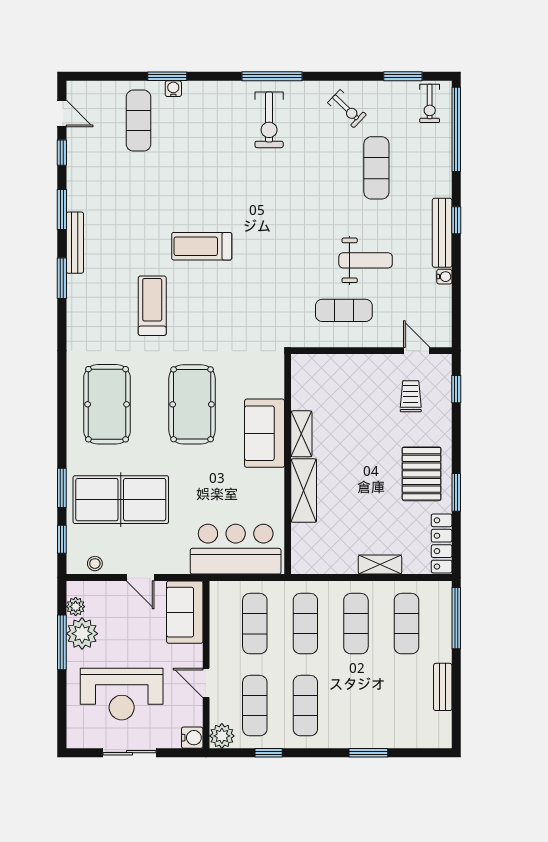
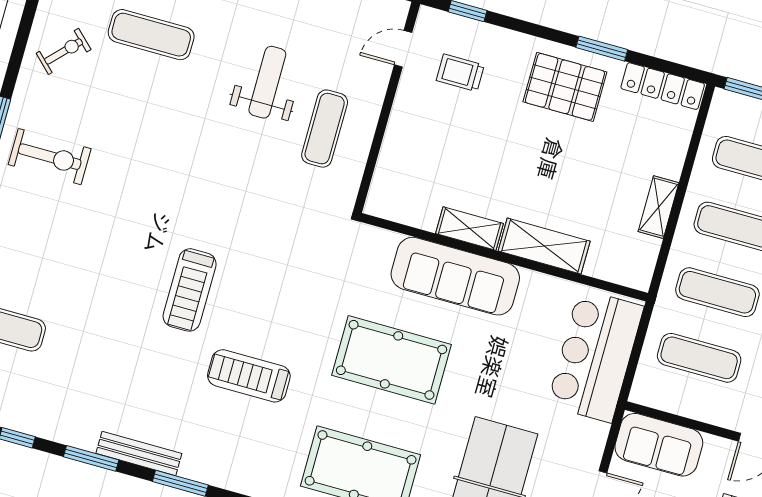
sofa: (265, 433) -> (455, 276), width x1.36
shelving: (380, 565) -> (659, 207), moved

